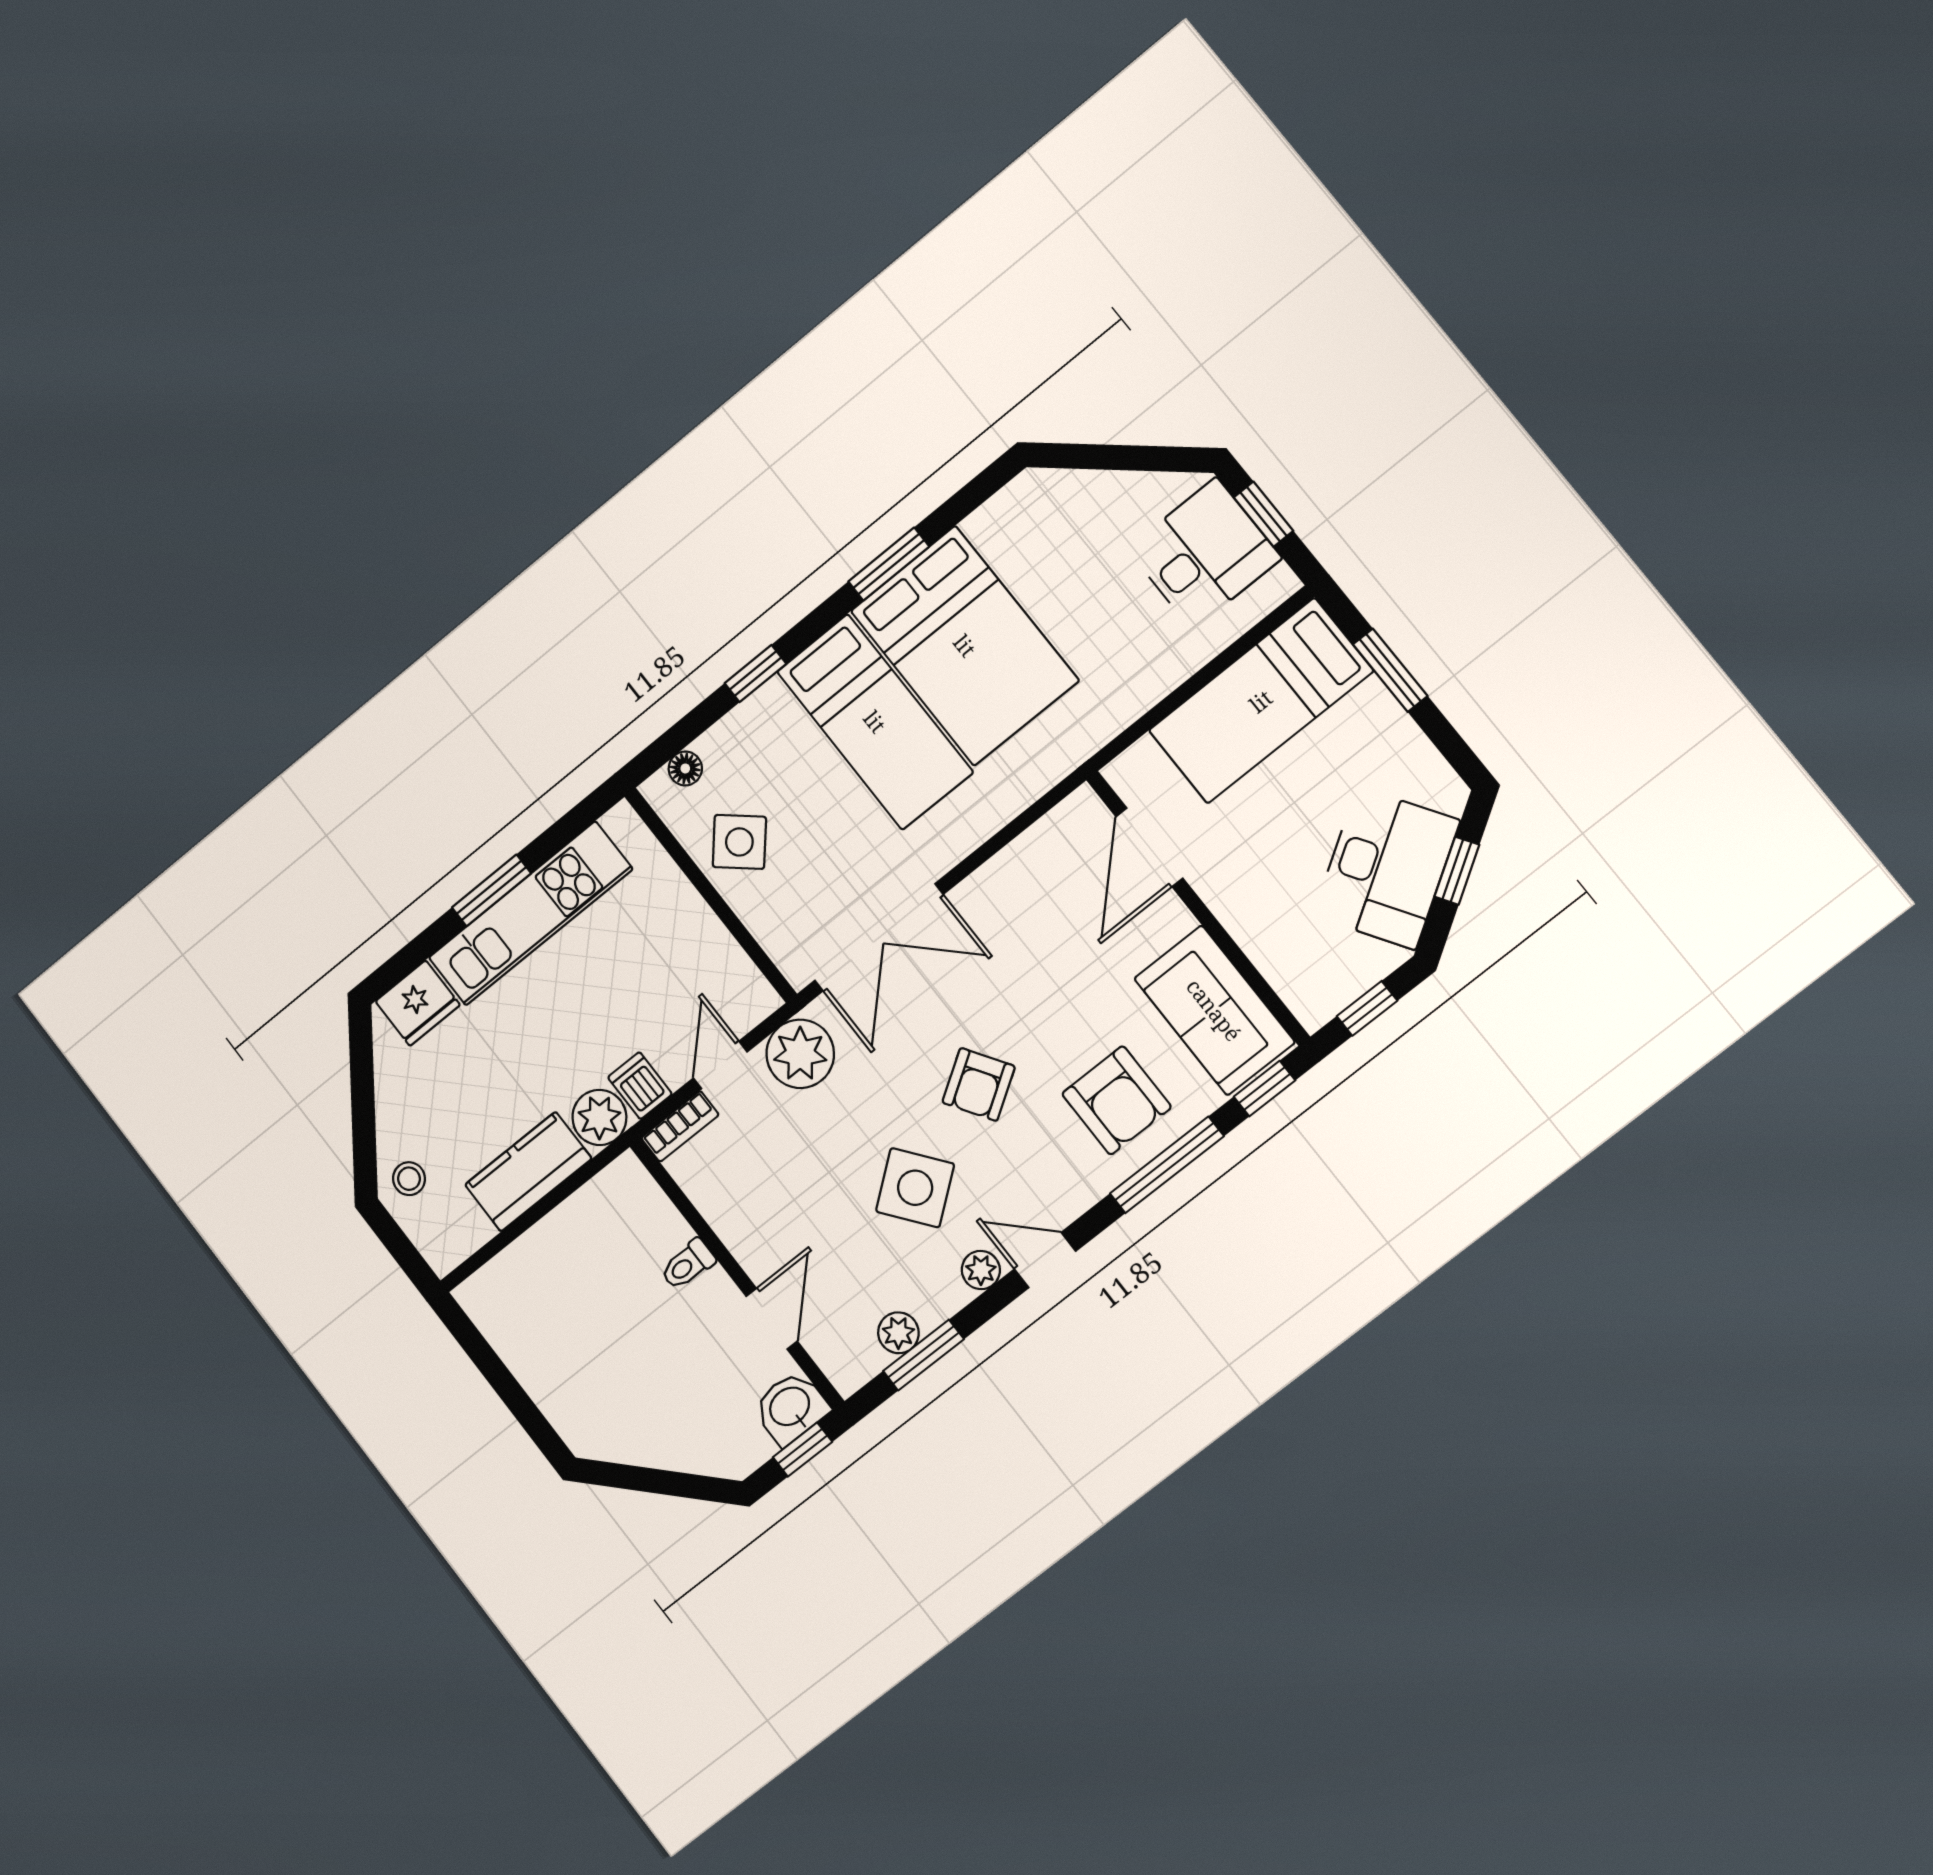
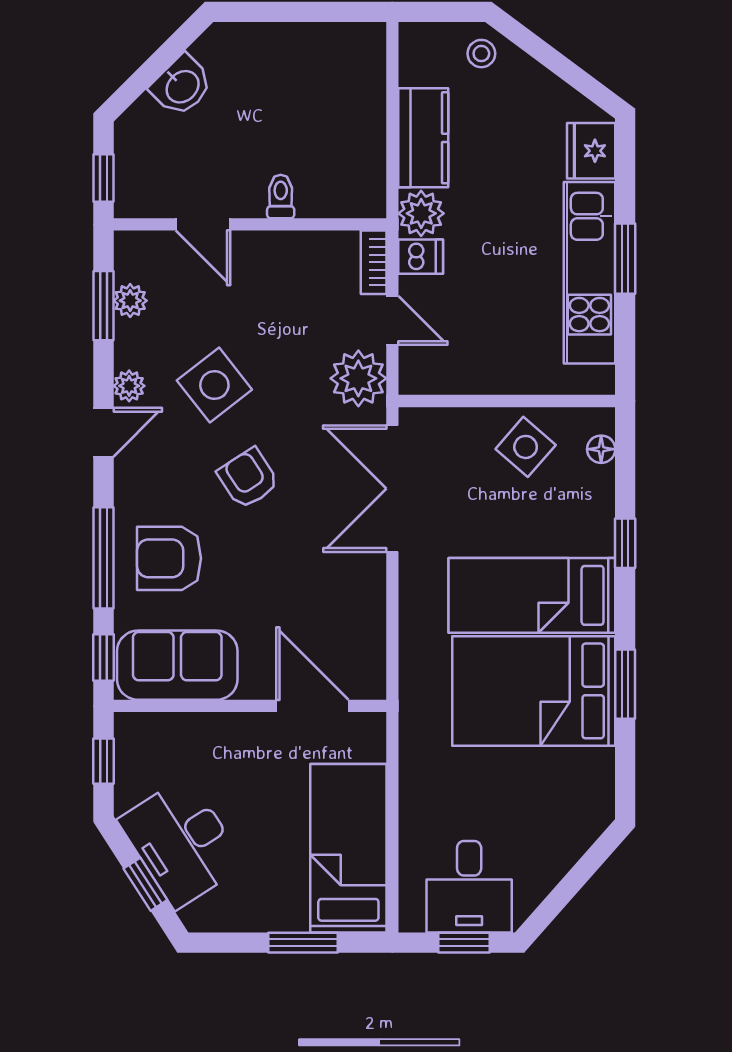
washbasin: (791, 1408) -> (182, 86), moved, turned 45

